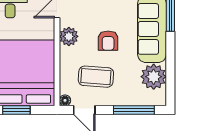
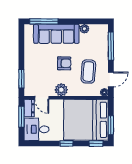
plant: (154, 77) -> (84, 29), width x0.53, depth x0.53

